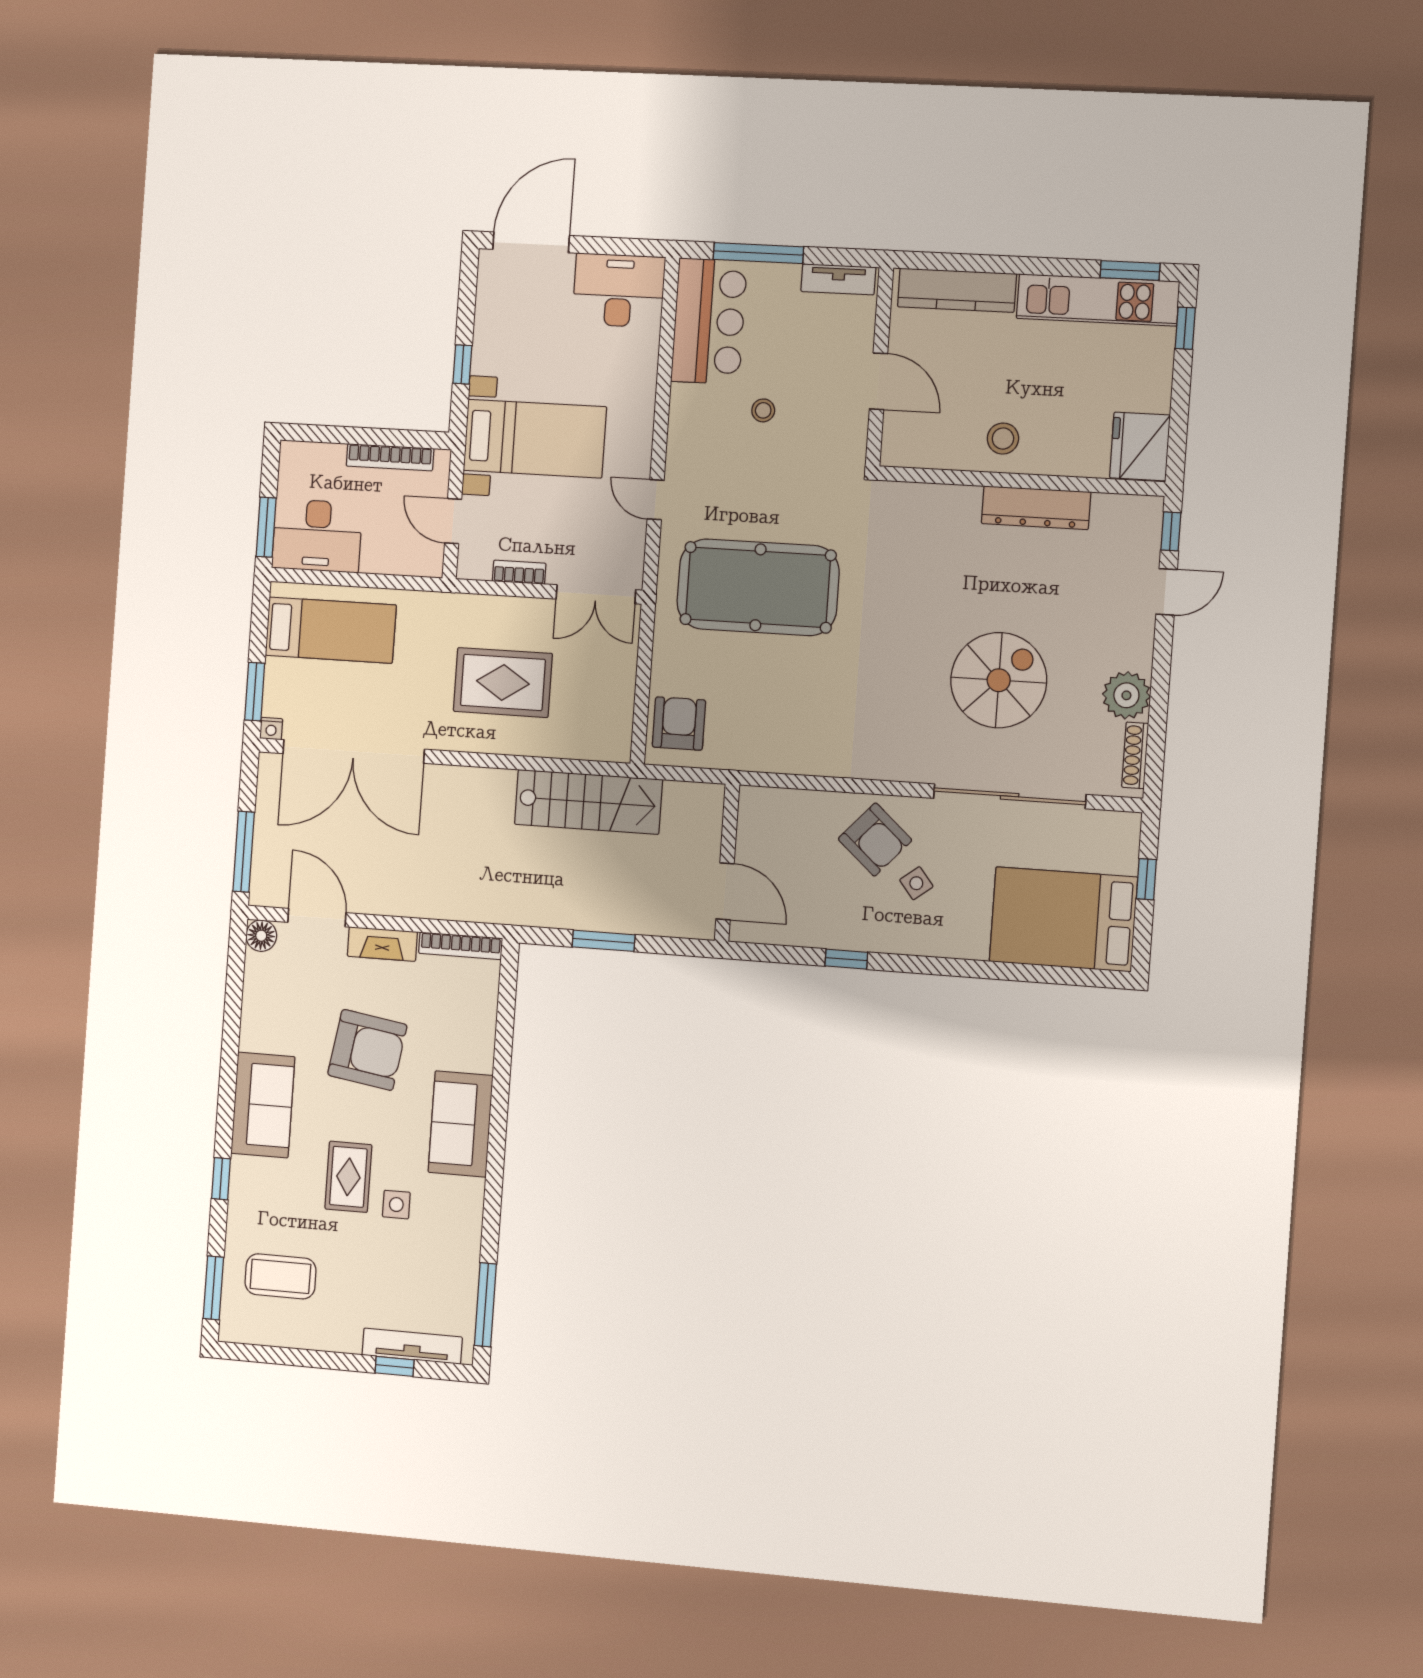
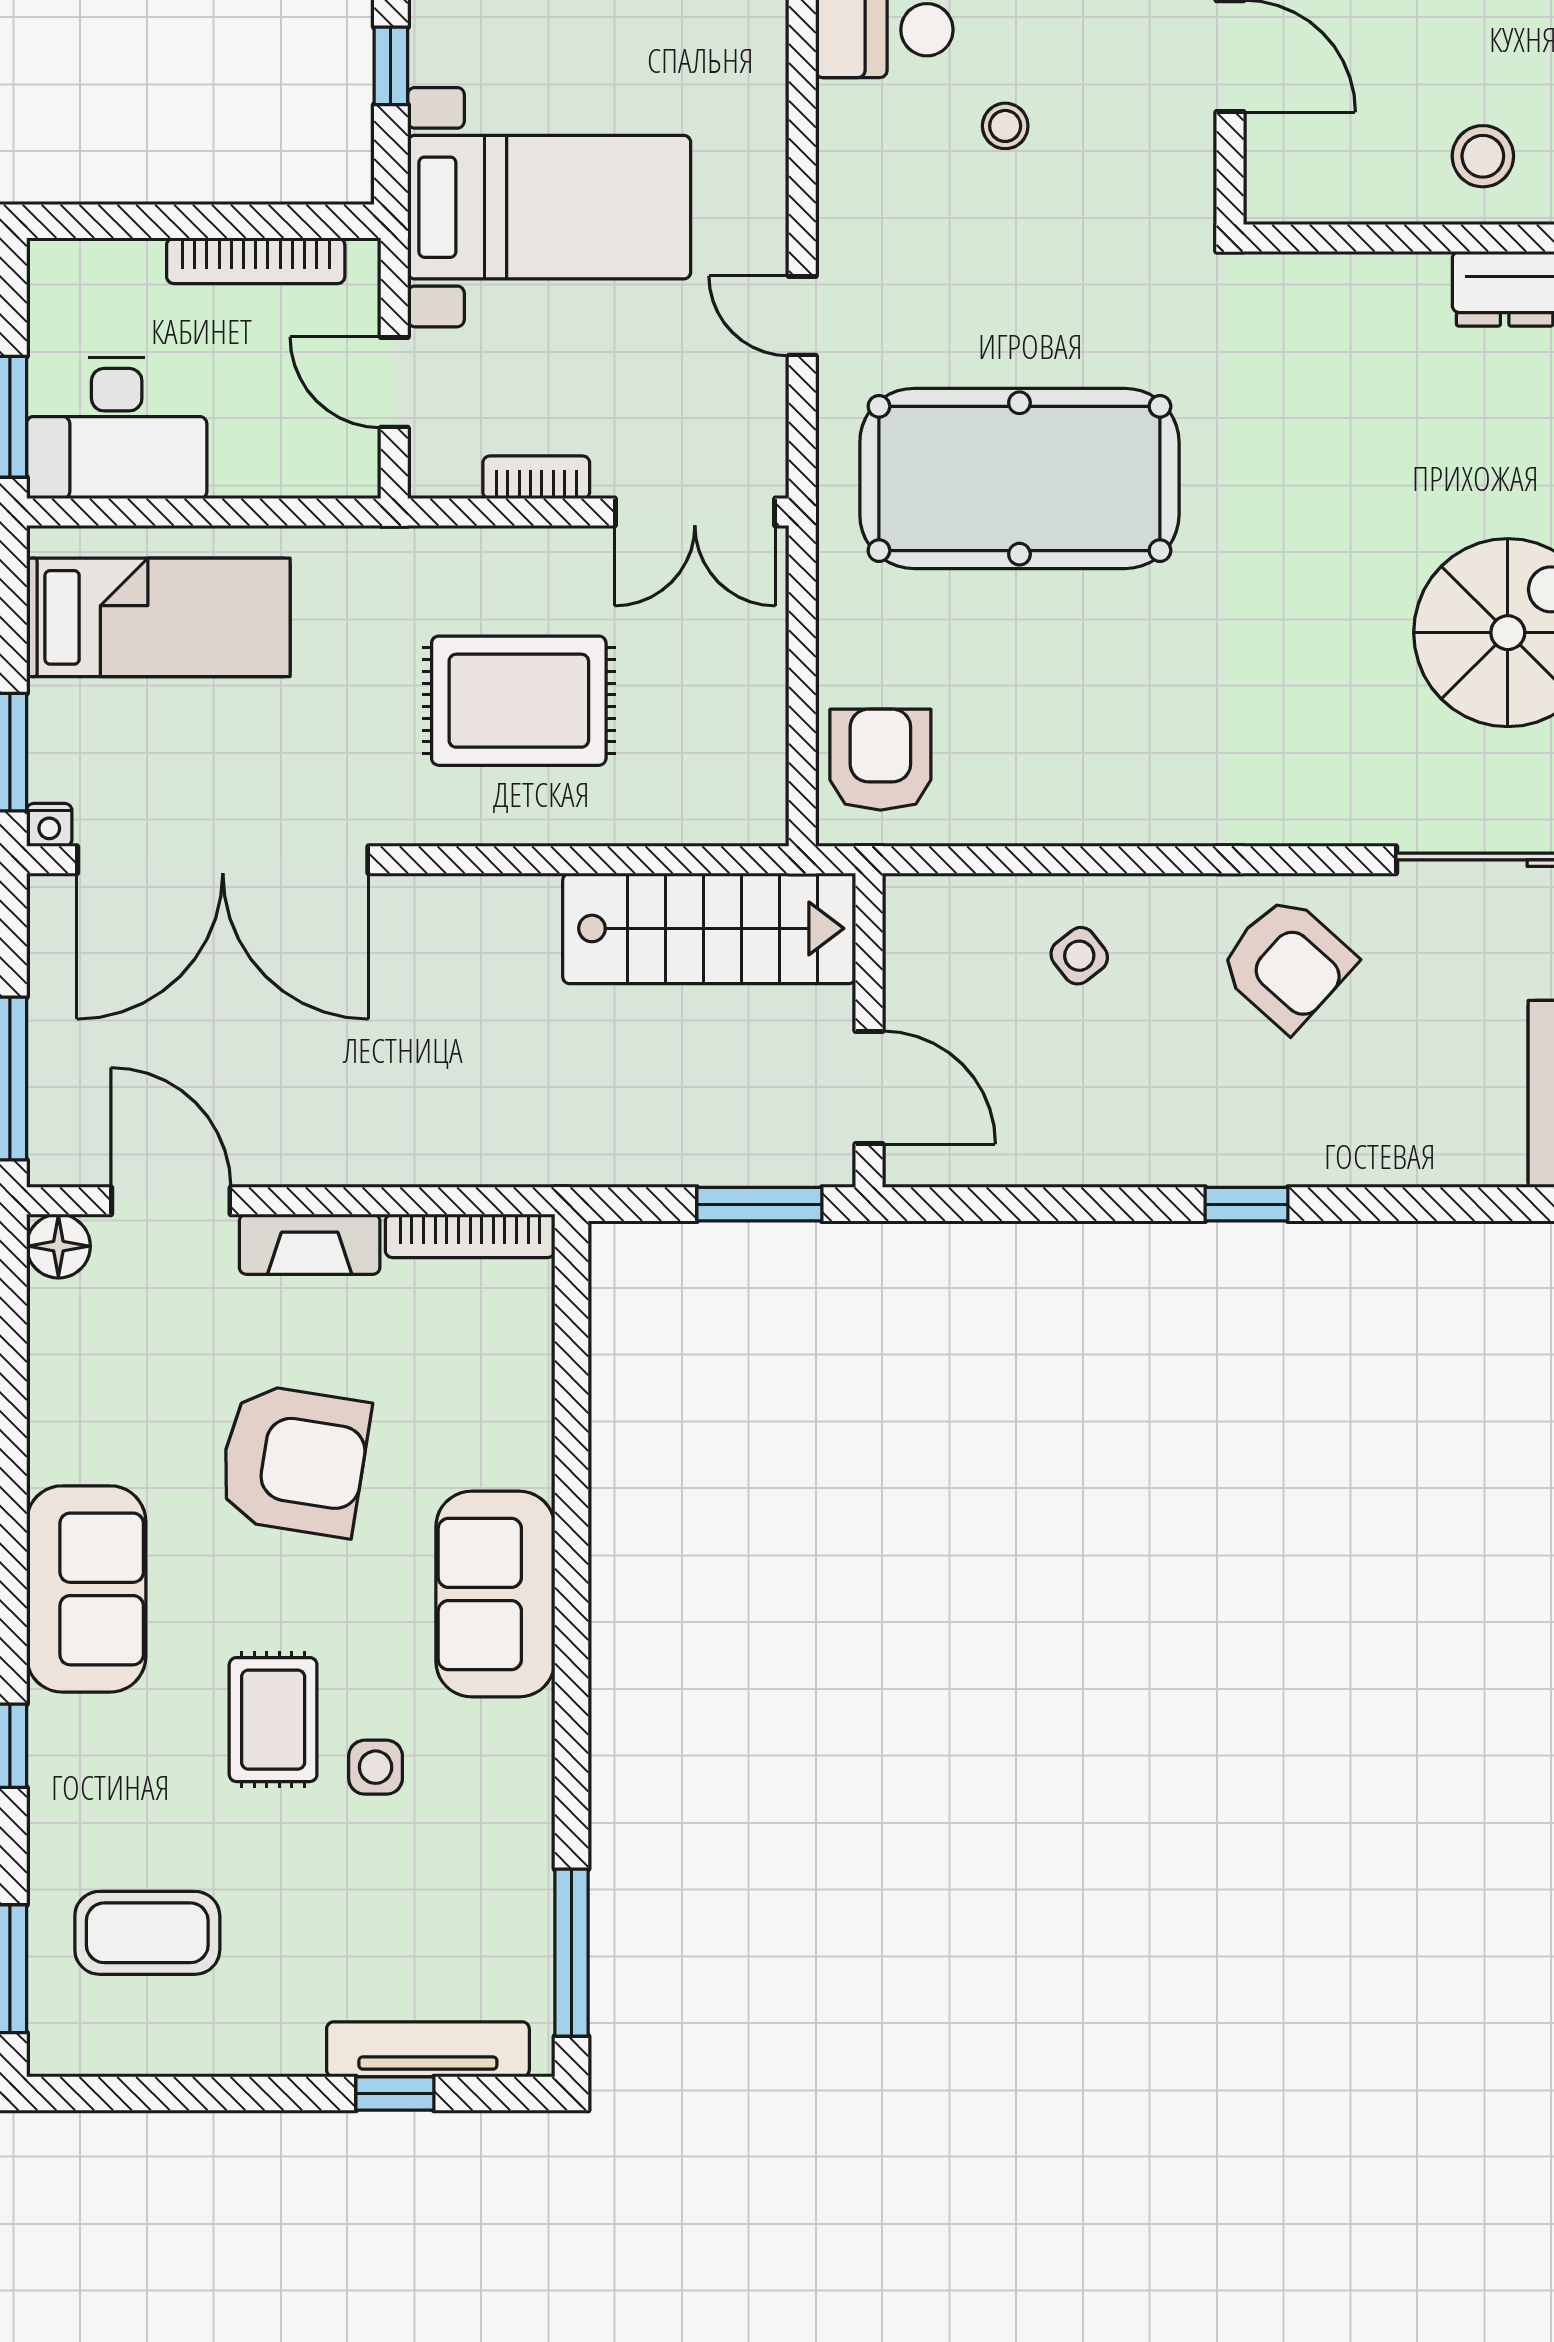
wall: (727, 863) -> (869, 1030), moved
side table: (916, 883) -> (1079, 956), moved
door: (725, 891) -> (869, 1088), moved

